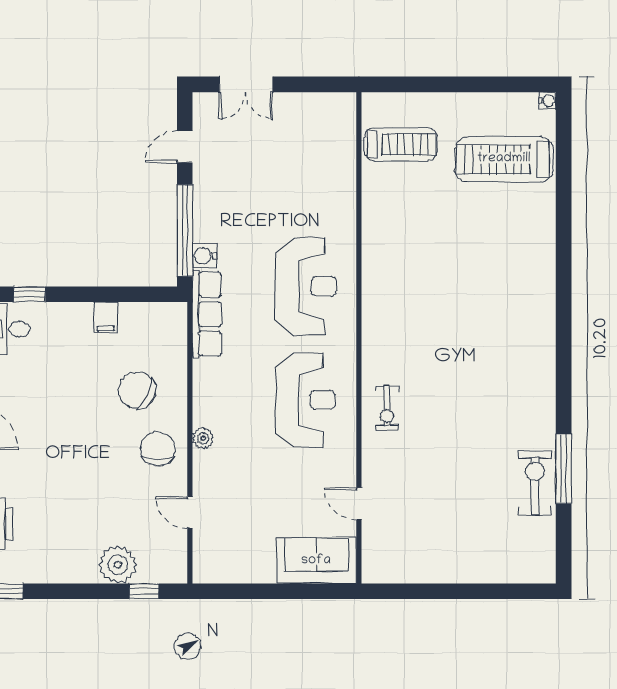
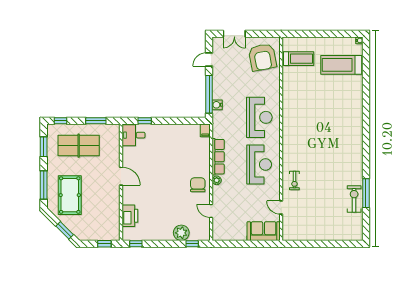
armchair: (314, 141) -> (262, 57), added
row of seats: (207, 314) -> (218, 157), moved
filing cabinet: (106, 318) -> (205, 130), moved
chair: (137, 390) -> (189, 160), removed
exercise bike: (387, 408) -> (294, 181), moved

